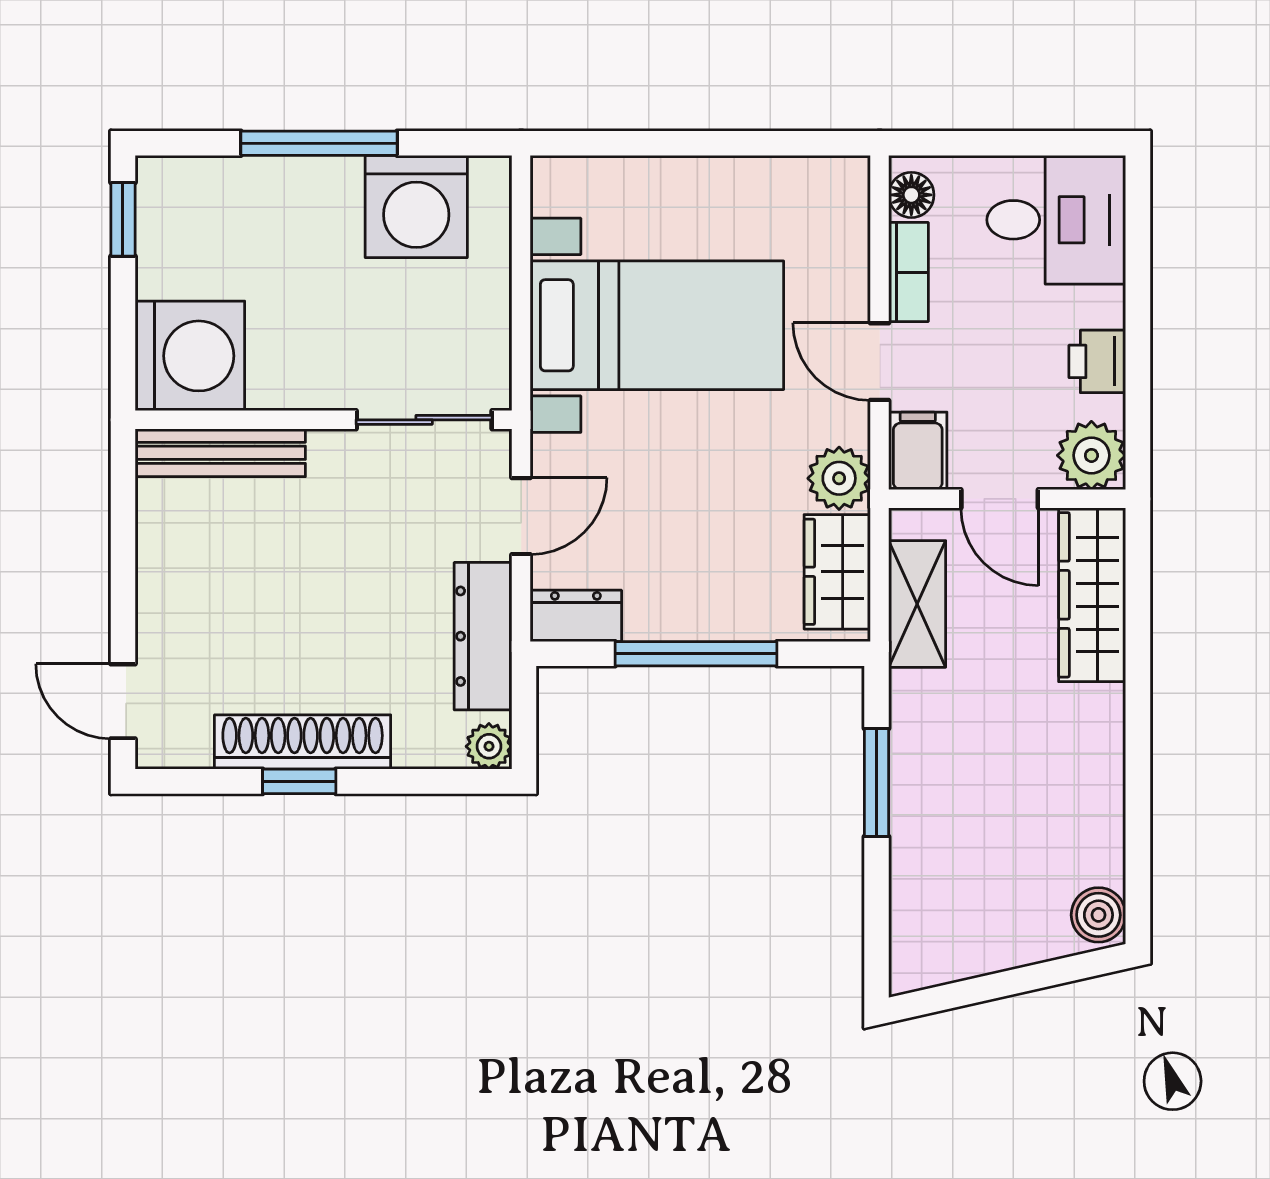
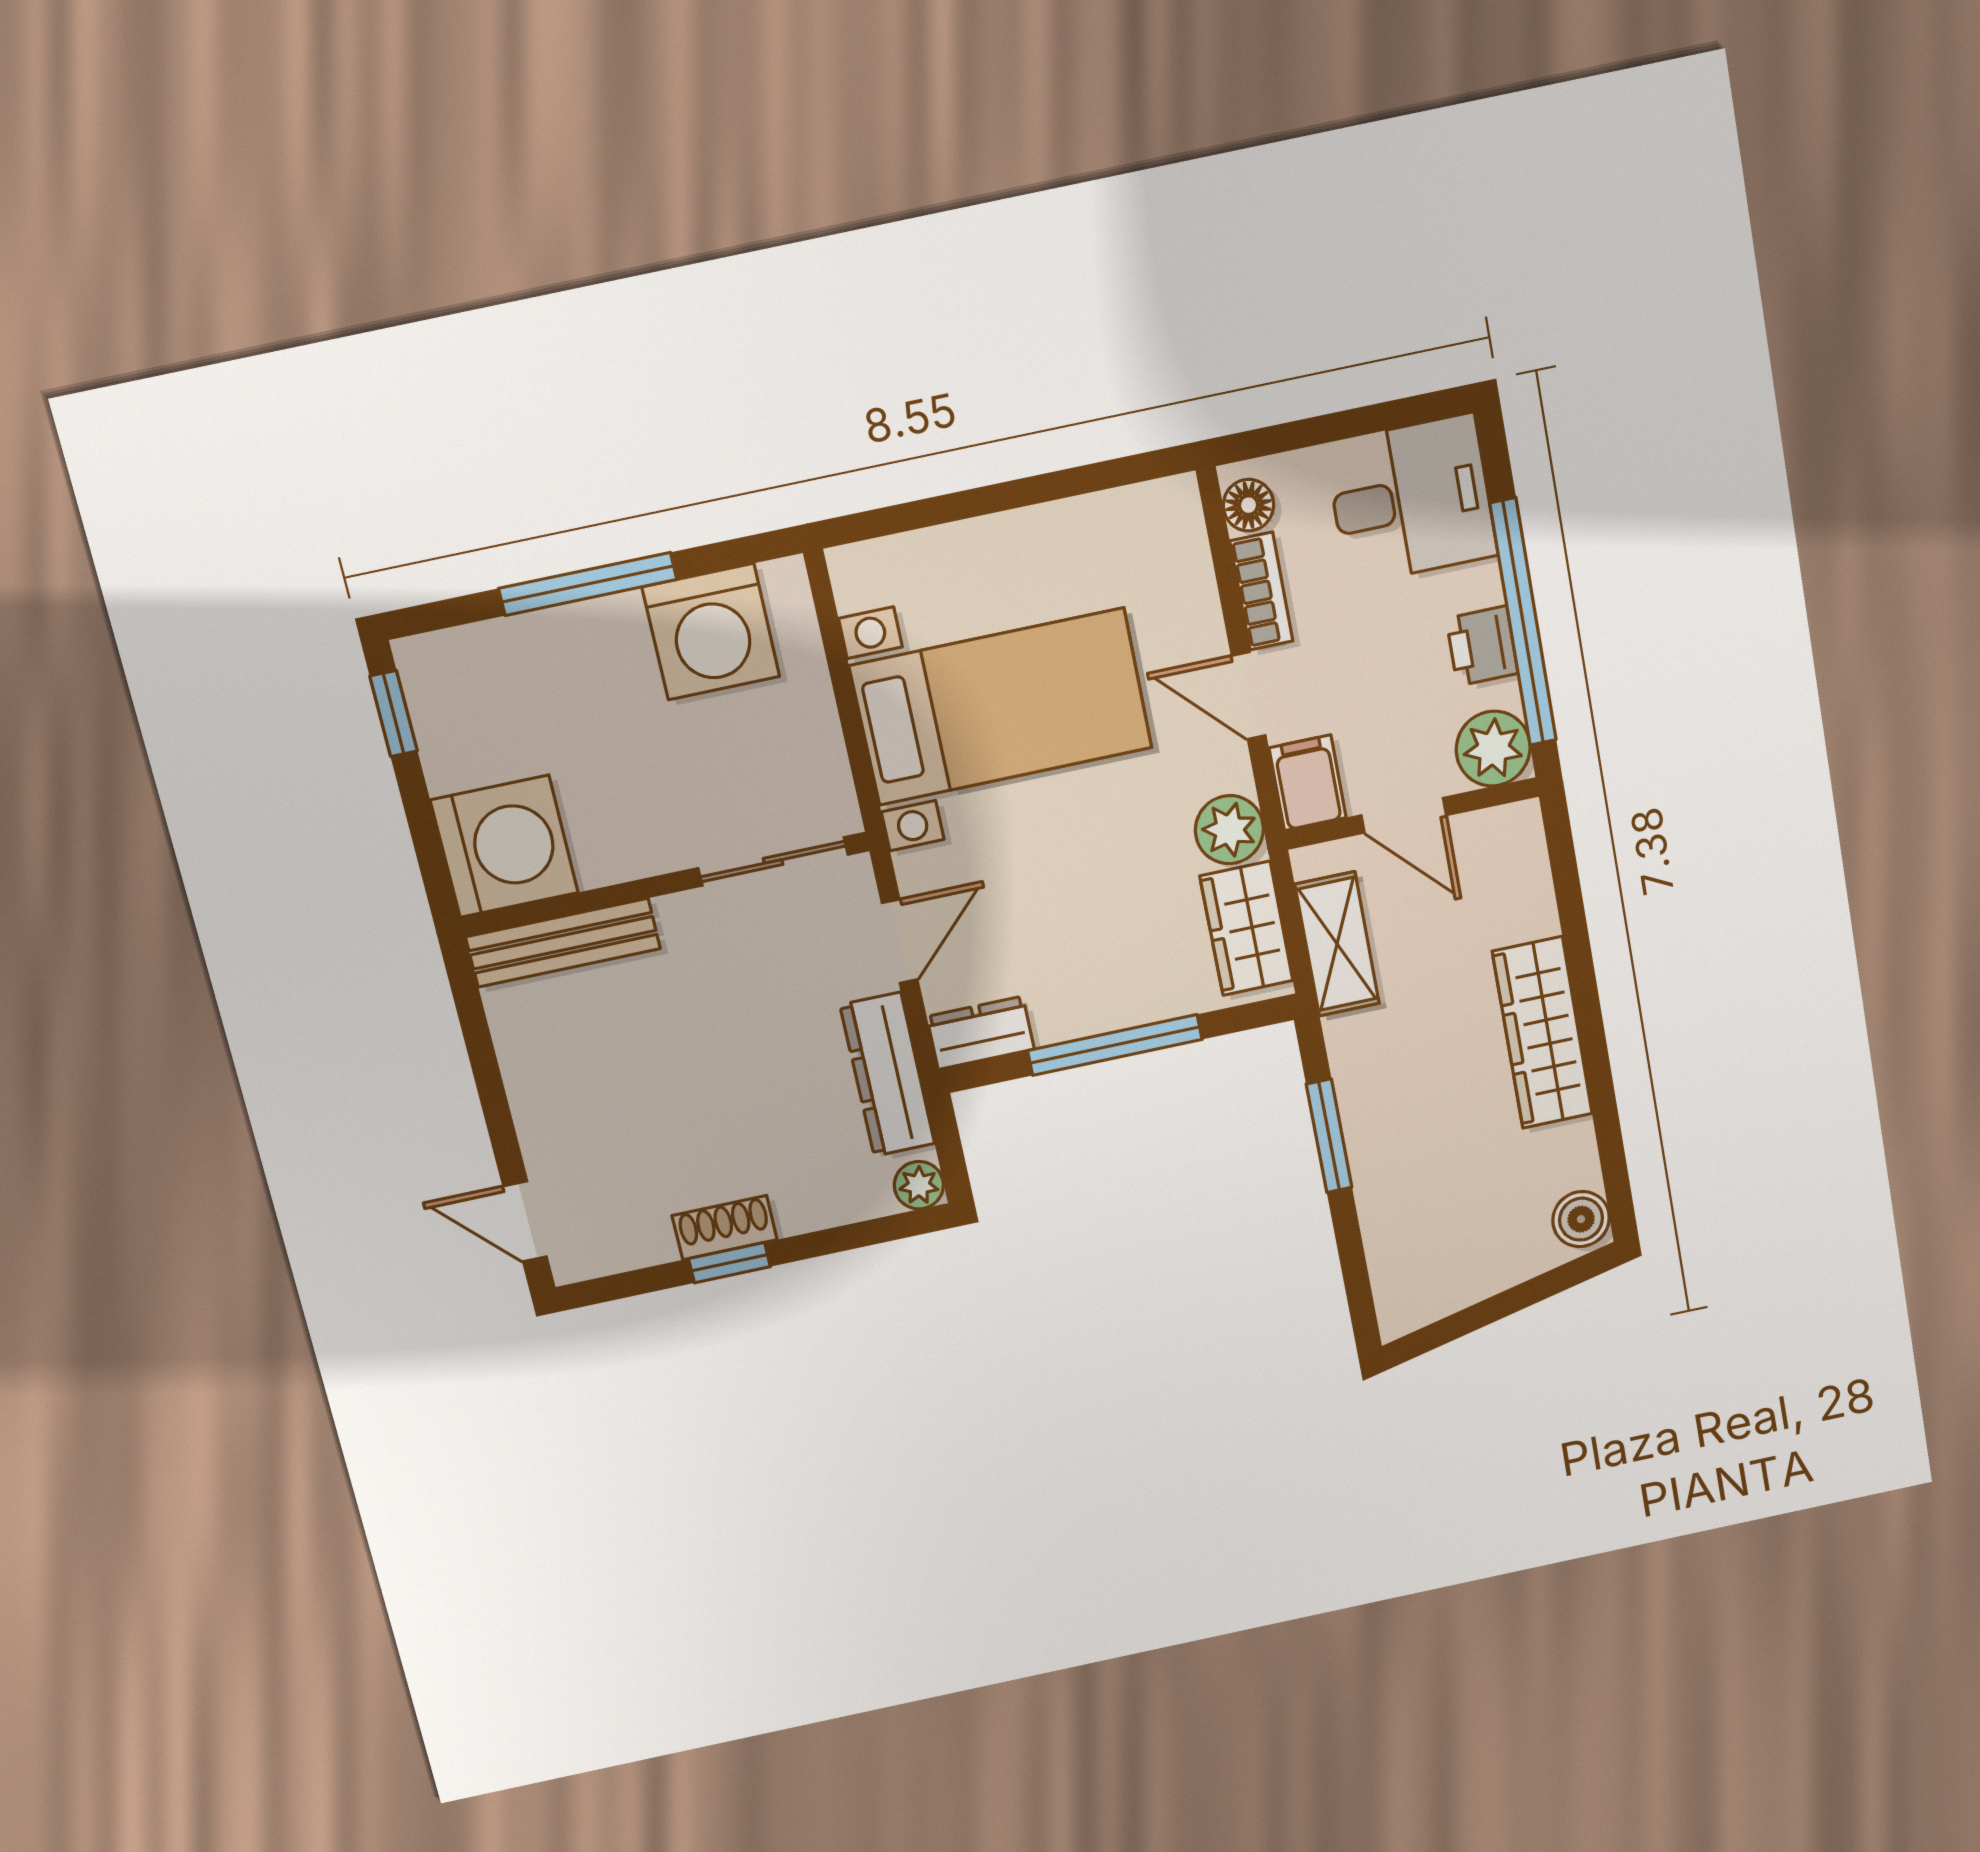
window: (1138, 348) -> (1523, 622), added
wardrobe: (1092, 595) -> (1542, 1033), moved
shoe rack: (303, 742) -> (725, 1228), width x0.51, depth x0.81

